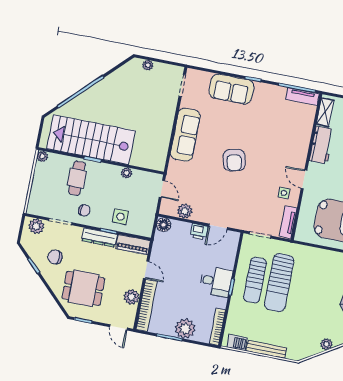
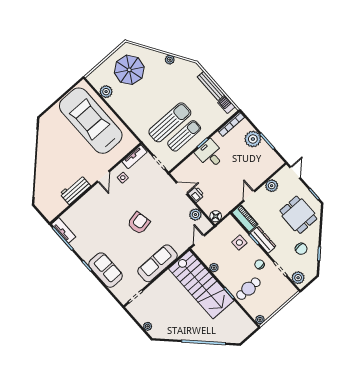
shelving: (325, 112) -> (57, 209), removed
stairs: (91, 140) -> (201, 285), moved
bookcase: (146, 305) -> (266, 173), removed

